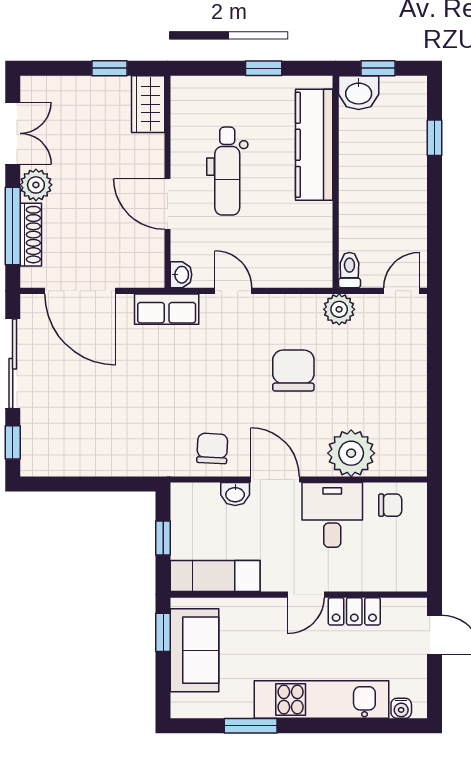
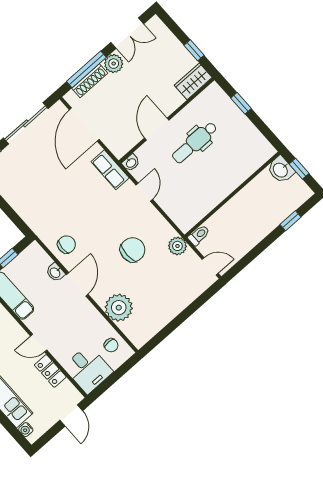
window: (264, 68) -> (241, 103), moved
kitchen counter: (314, 145) -> (240, 171), removed
desk: (332, 515) -> (88, 369), moved, turned 90

